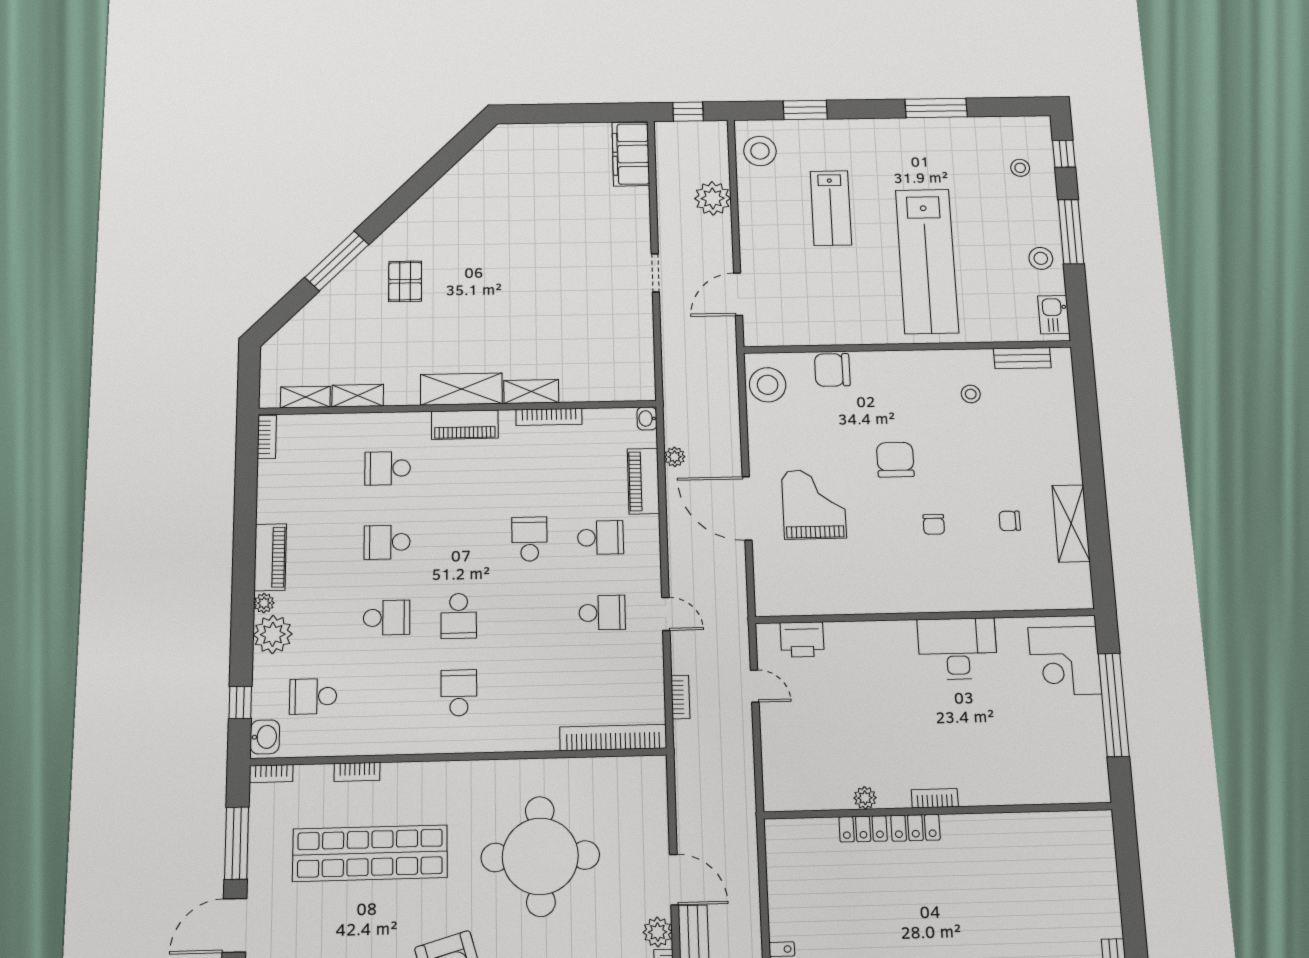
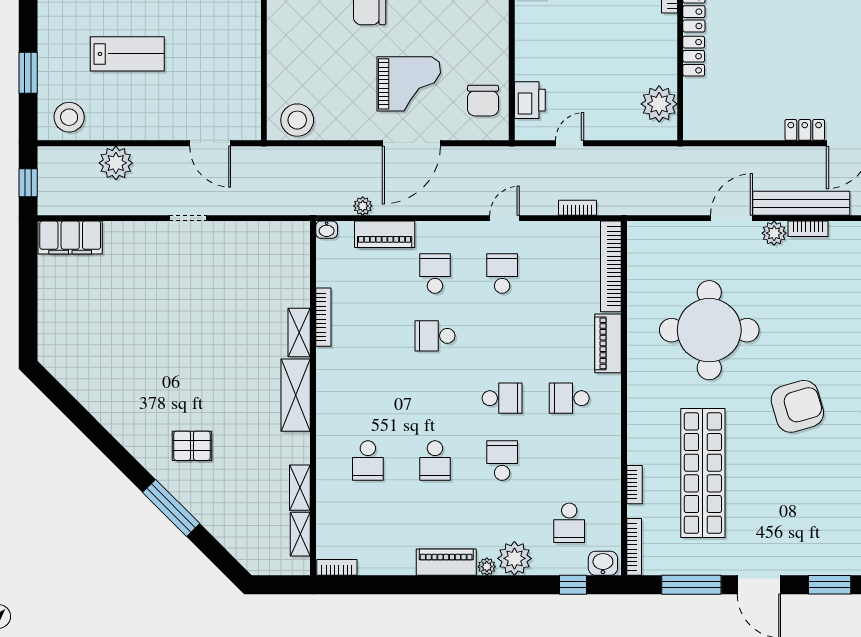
chair: (832, 370) -> (483, 101), moved
piano: (465, 425) -> (608, 343), moved, turned 180
grand piano: (814, 504) -> (409, 84), turned 180
bookcase: (271, 774) -> (634, 547), width x1.56
plant: (865, 798) -> (659, 104), moved, width x1.88, depth x1.88

